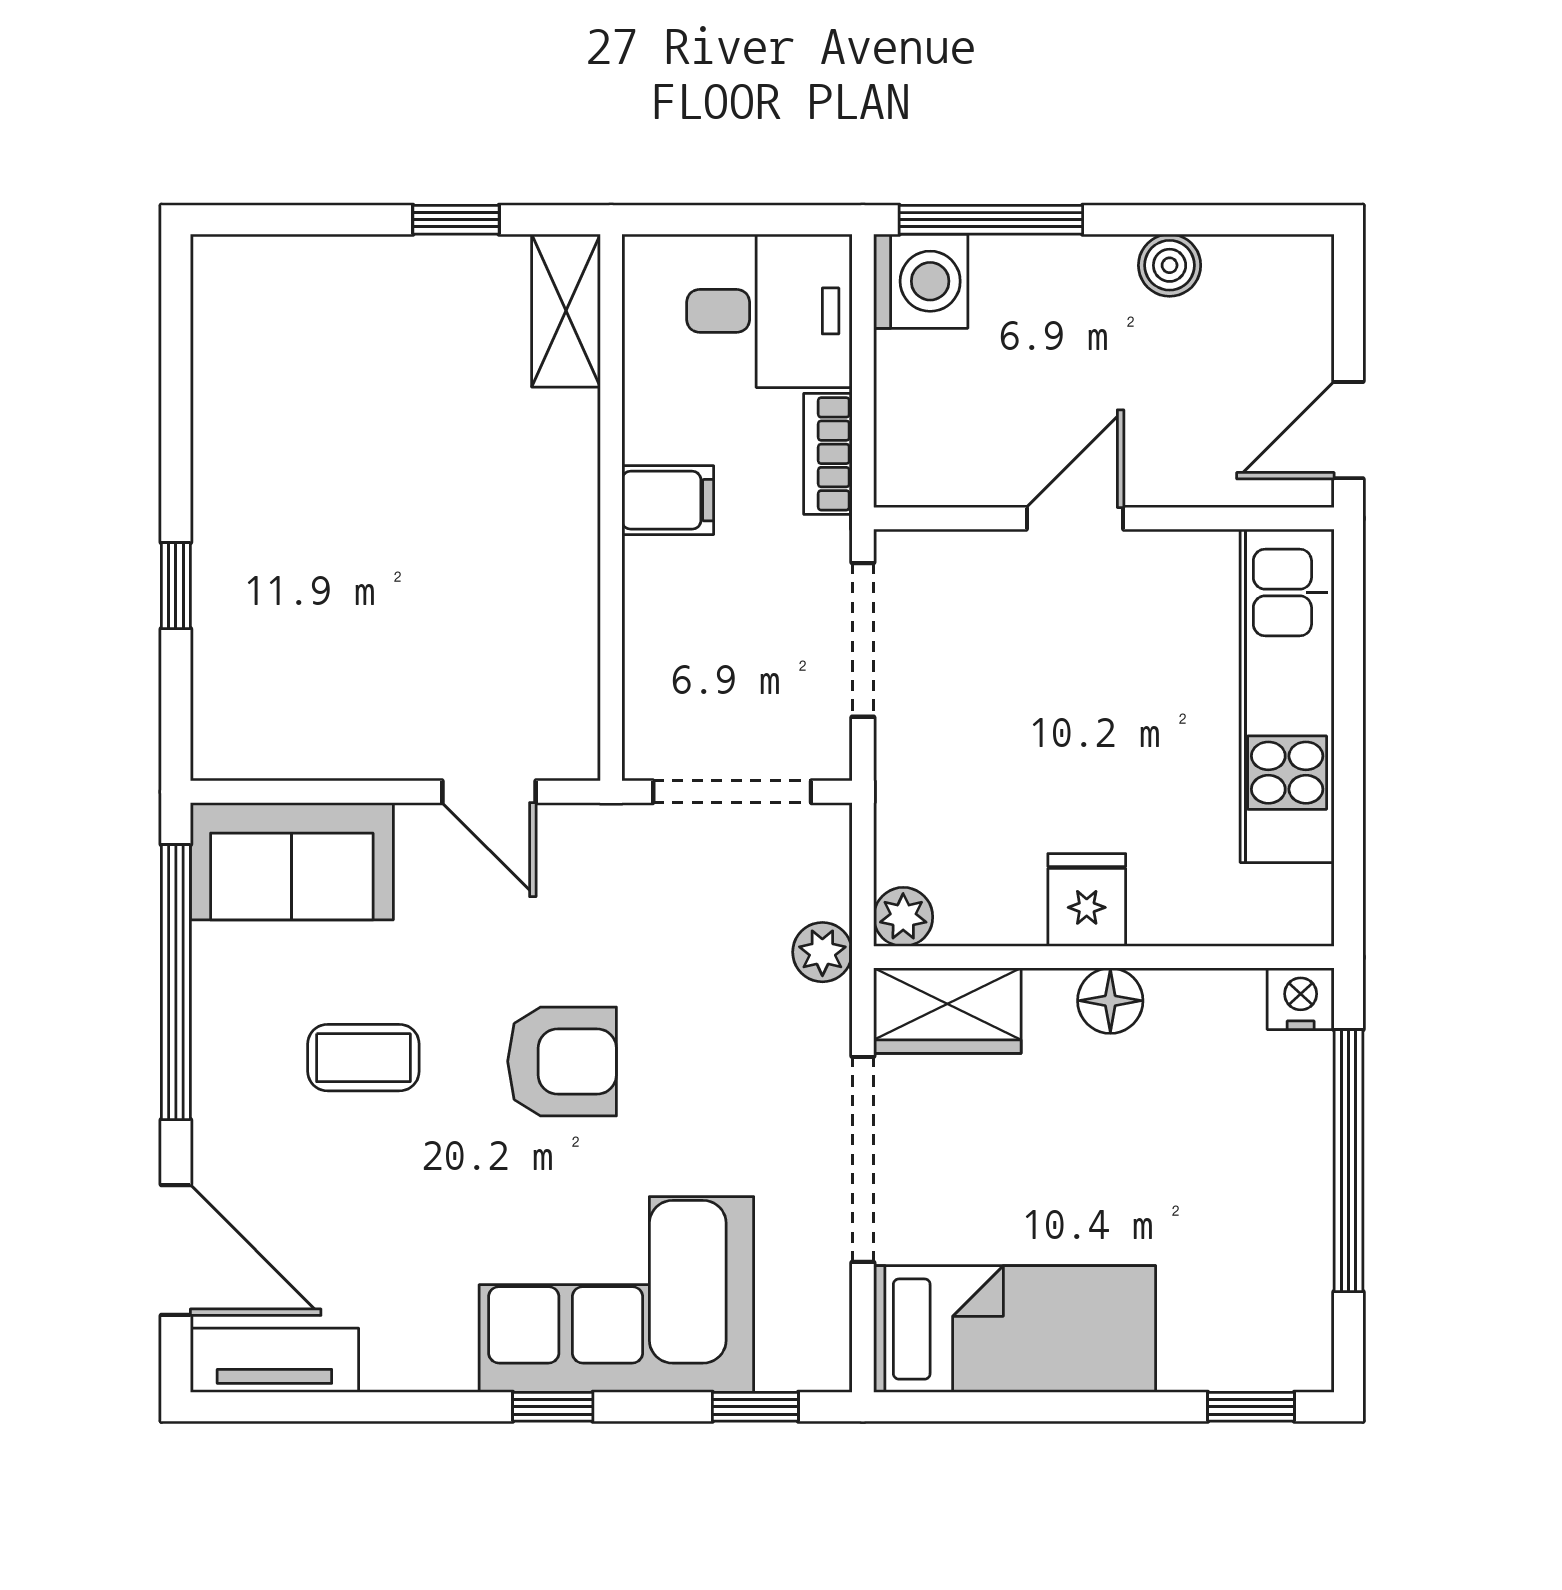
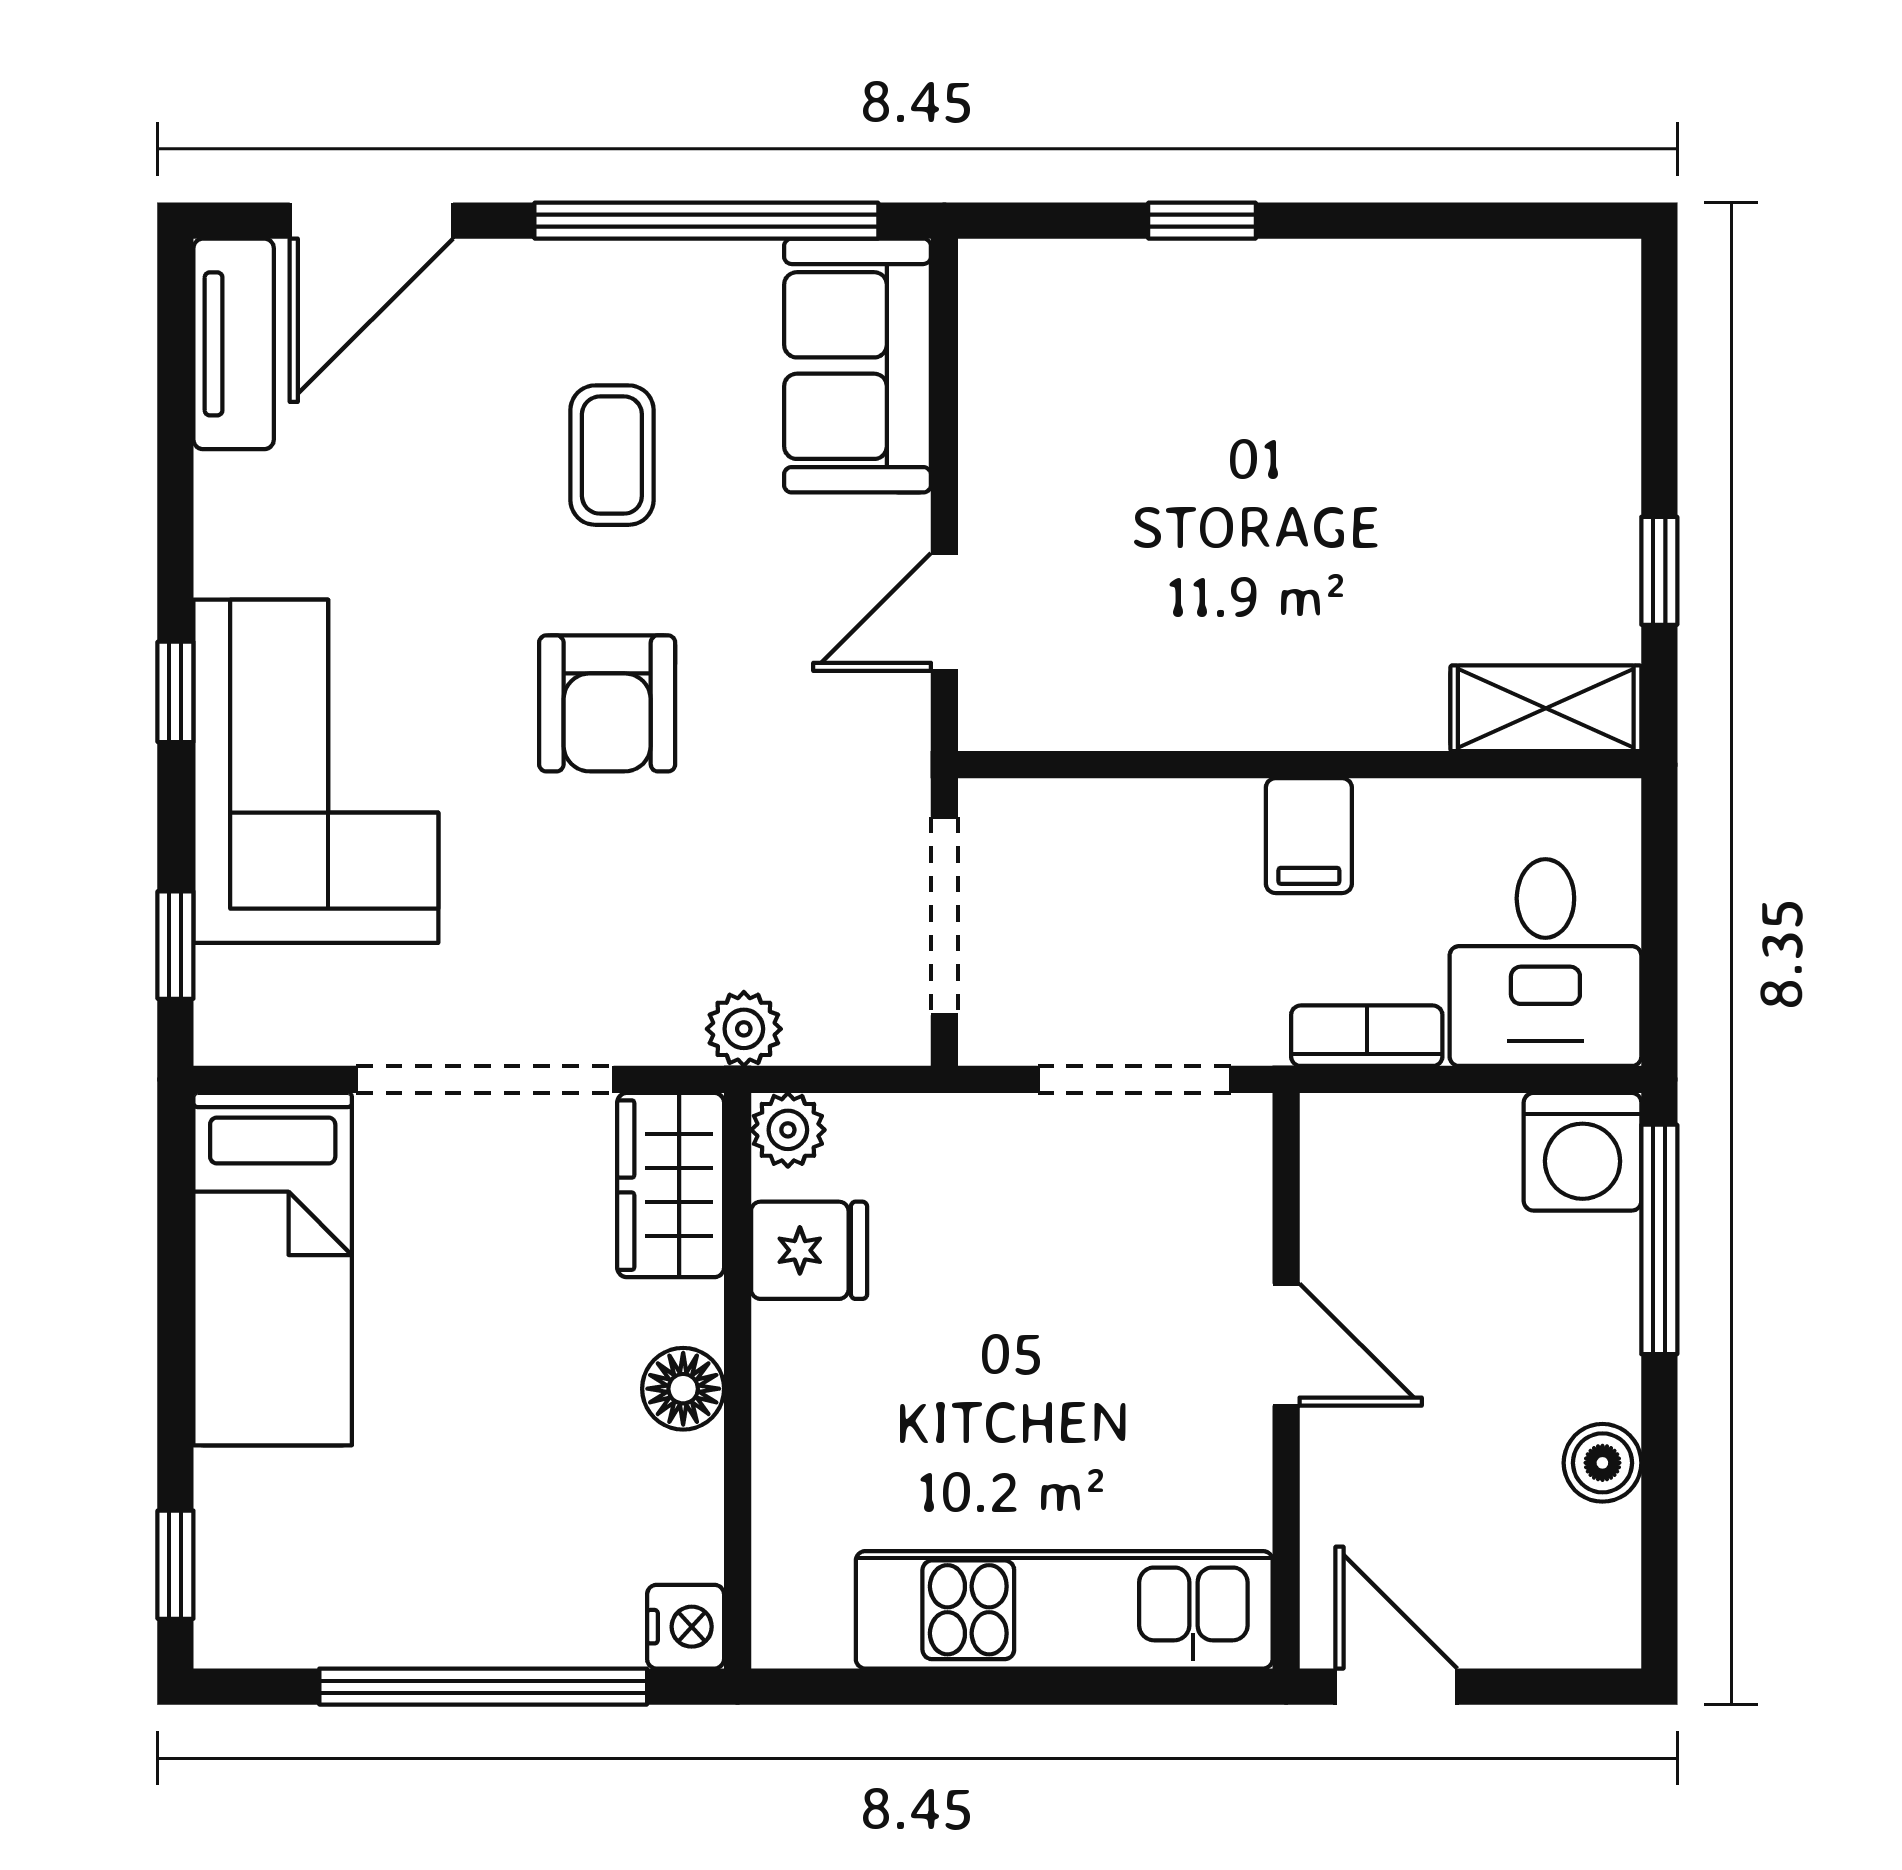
fridge: (1087, 900) -> (809, 1250), moved

